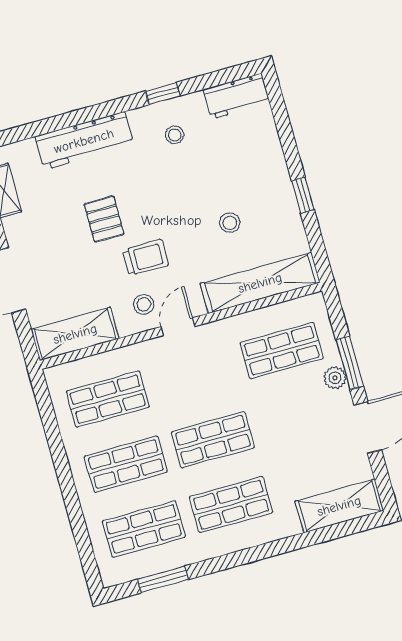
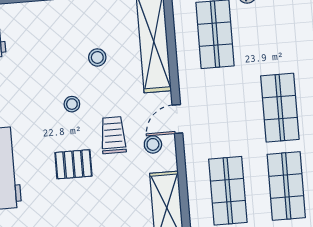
stool: (175, 135) -> (72, 104), moved
door: (178, 327) -> (177, 119), hinge flipped

